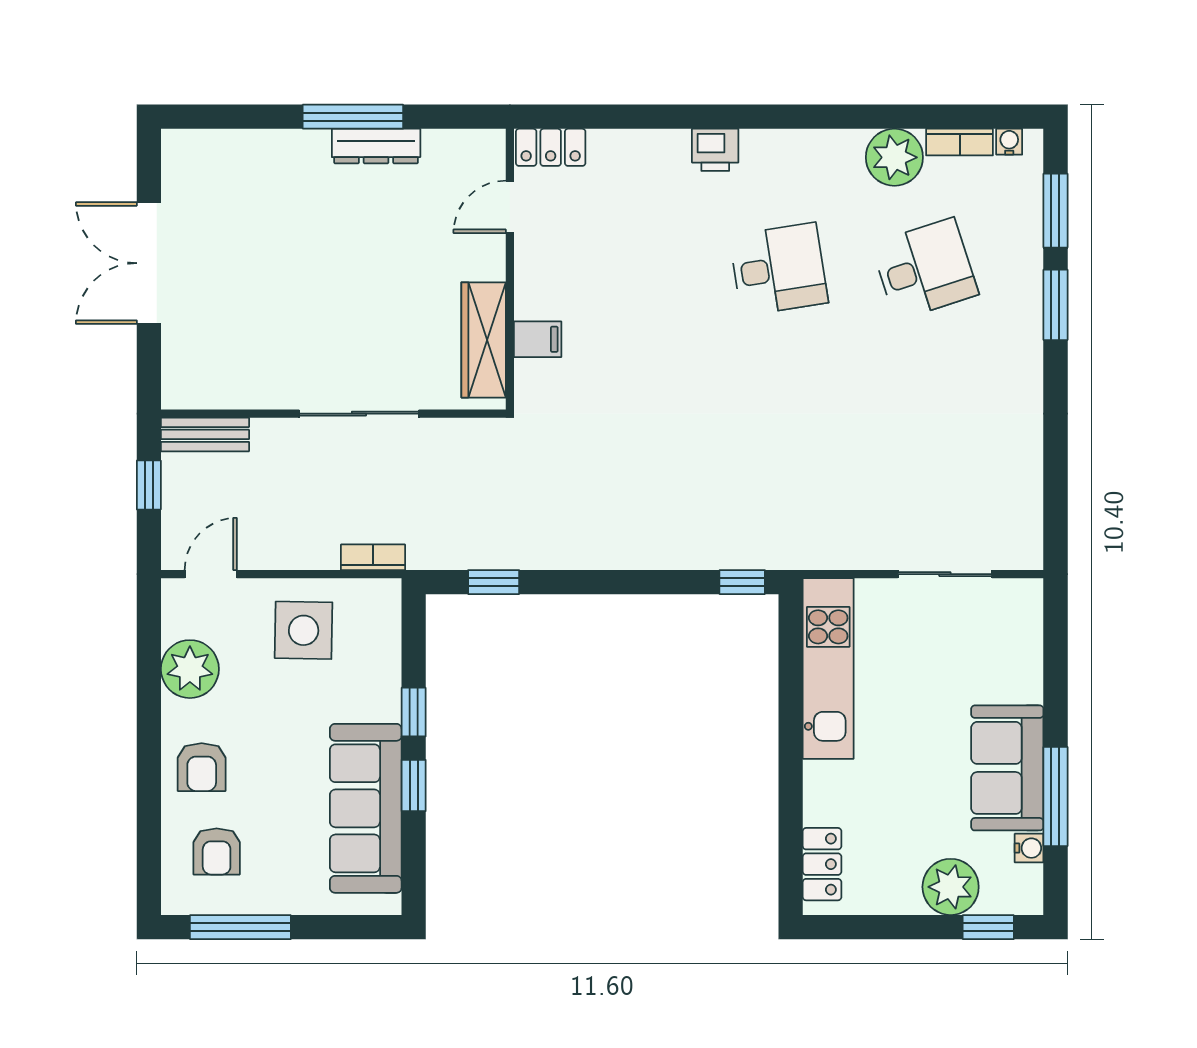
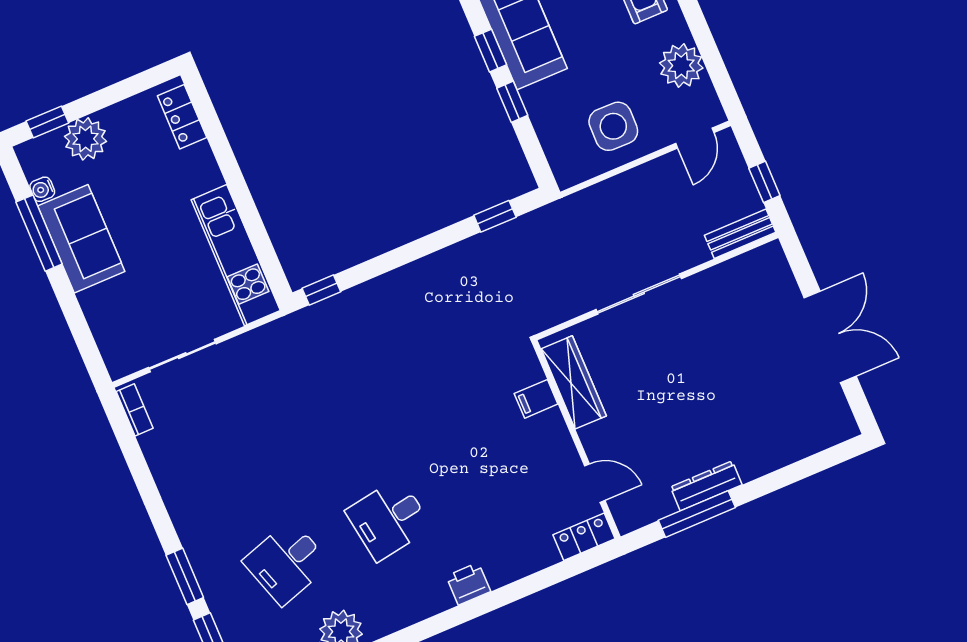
window: (353, 117) -> (697, 514), moved
door: (510, 207) -> (595, 483), hinge flipped
bookcase: (373, 557) -> (135, 410), moved, turned -90

